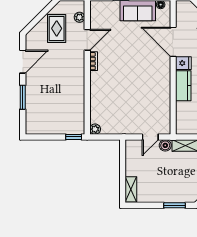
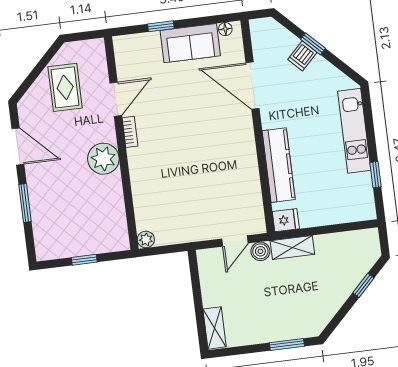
plant: (79, 17) -> (103, 159), moved, width x1.88, depth x1.88
door: (23, 62) -> (18, 147), hinge flipped
fridge: (183, 63) -> (286, 220), moved
kitchen counter: (183, 86) -> (279, 165), width x1.50
window: (74, 137) -> (84, 260), moved

